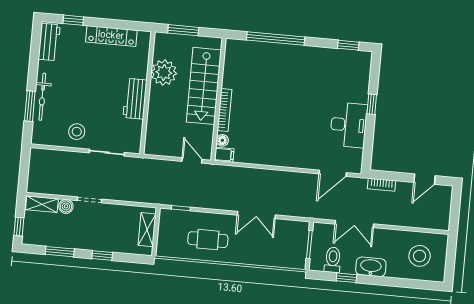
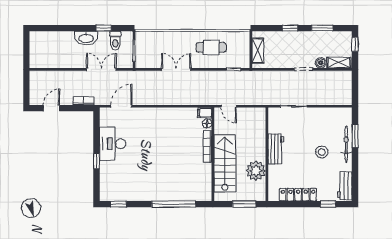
stool: (77, 132) -> (322, 152), moved
stool: (420, 256) -> (50, 50), removed

